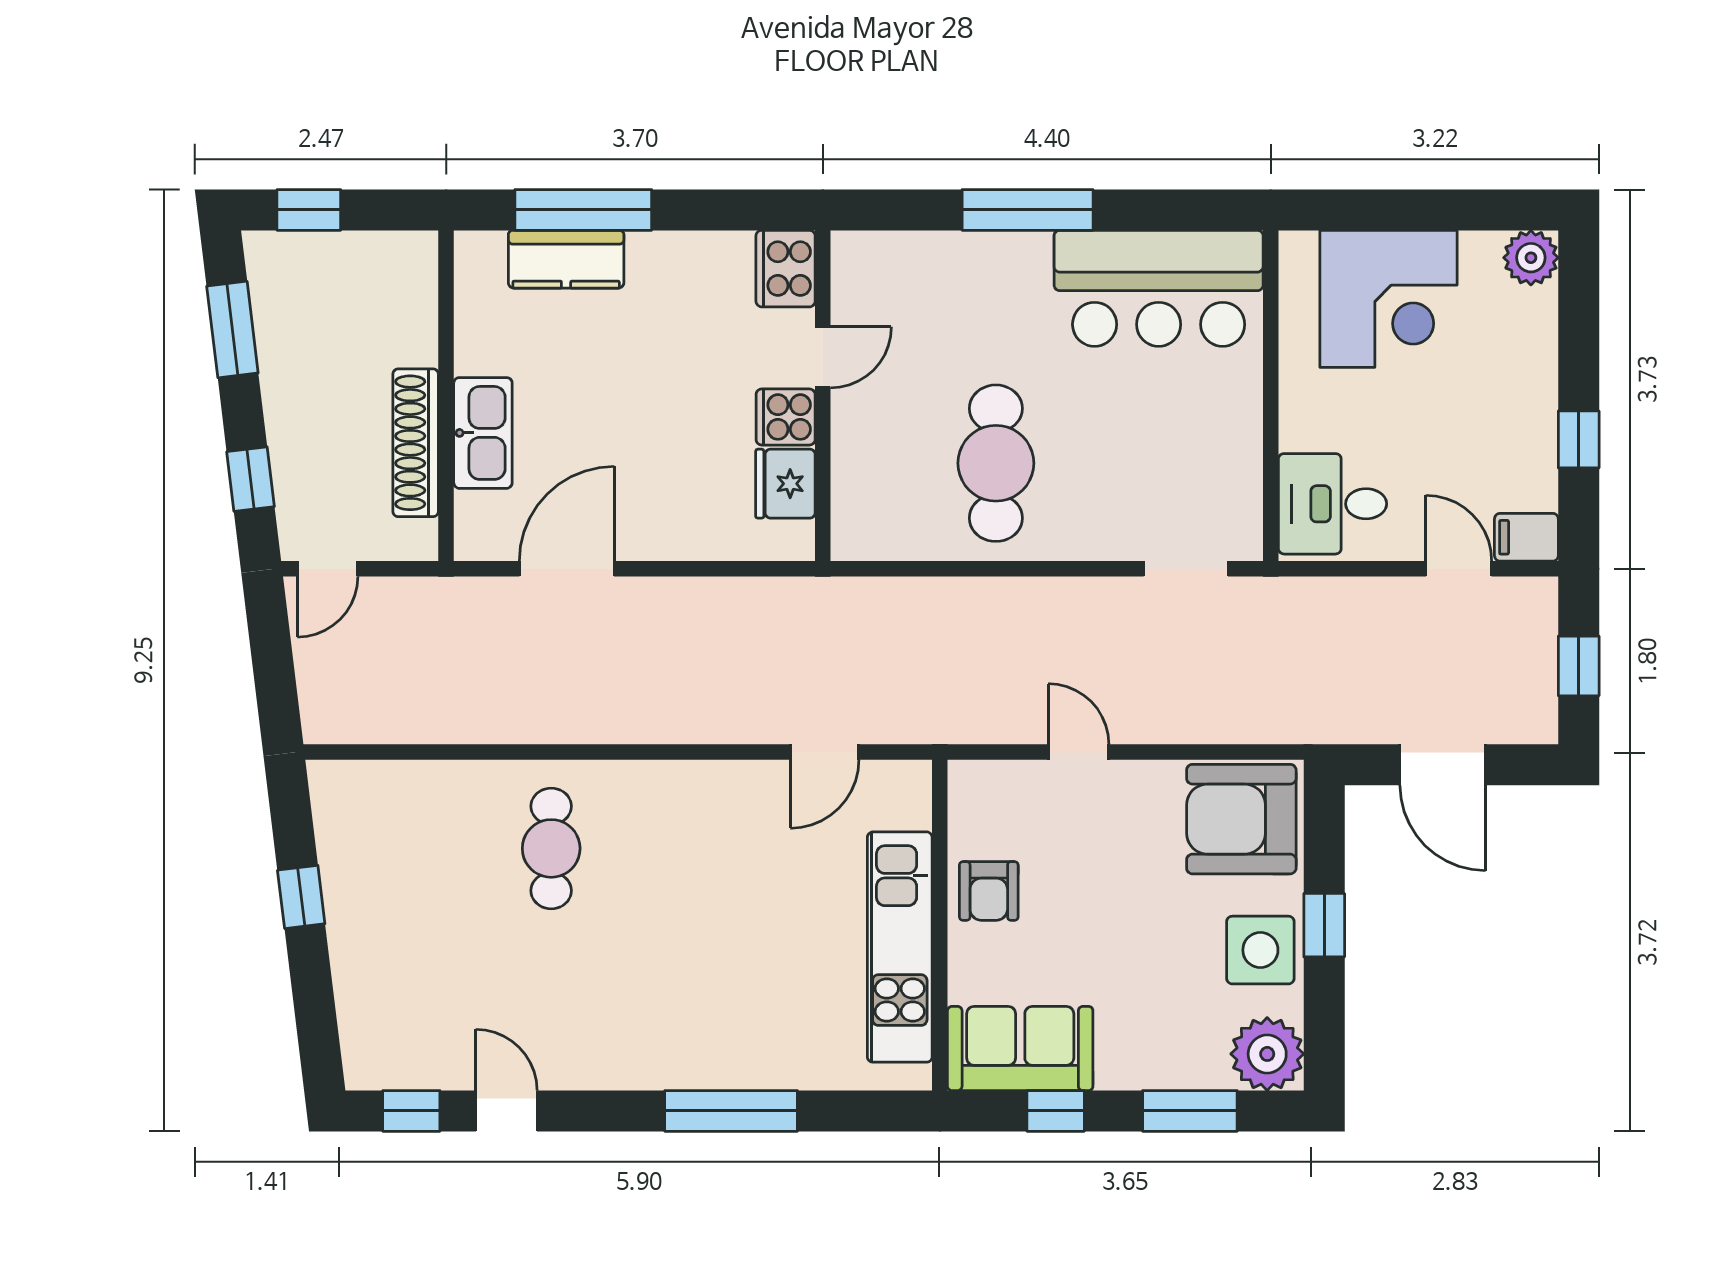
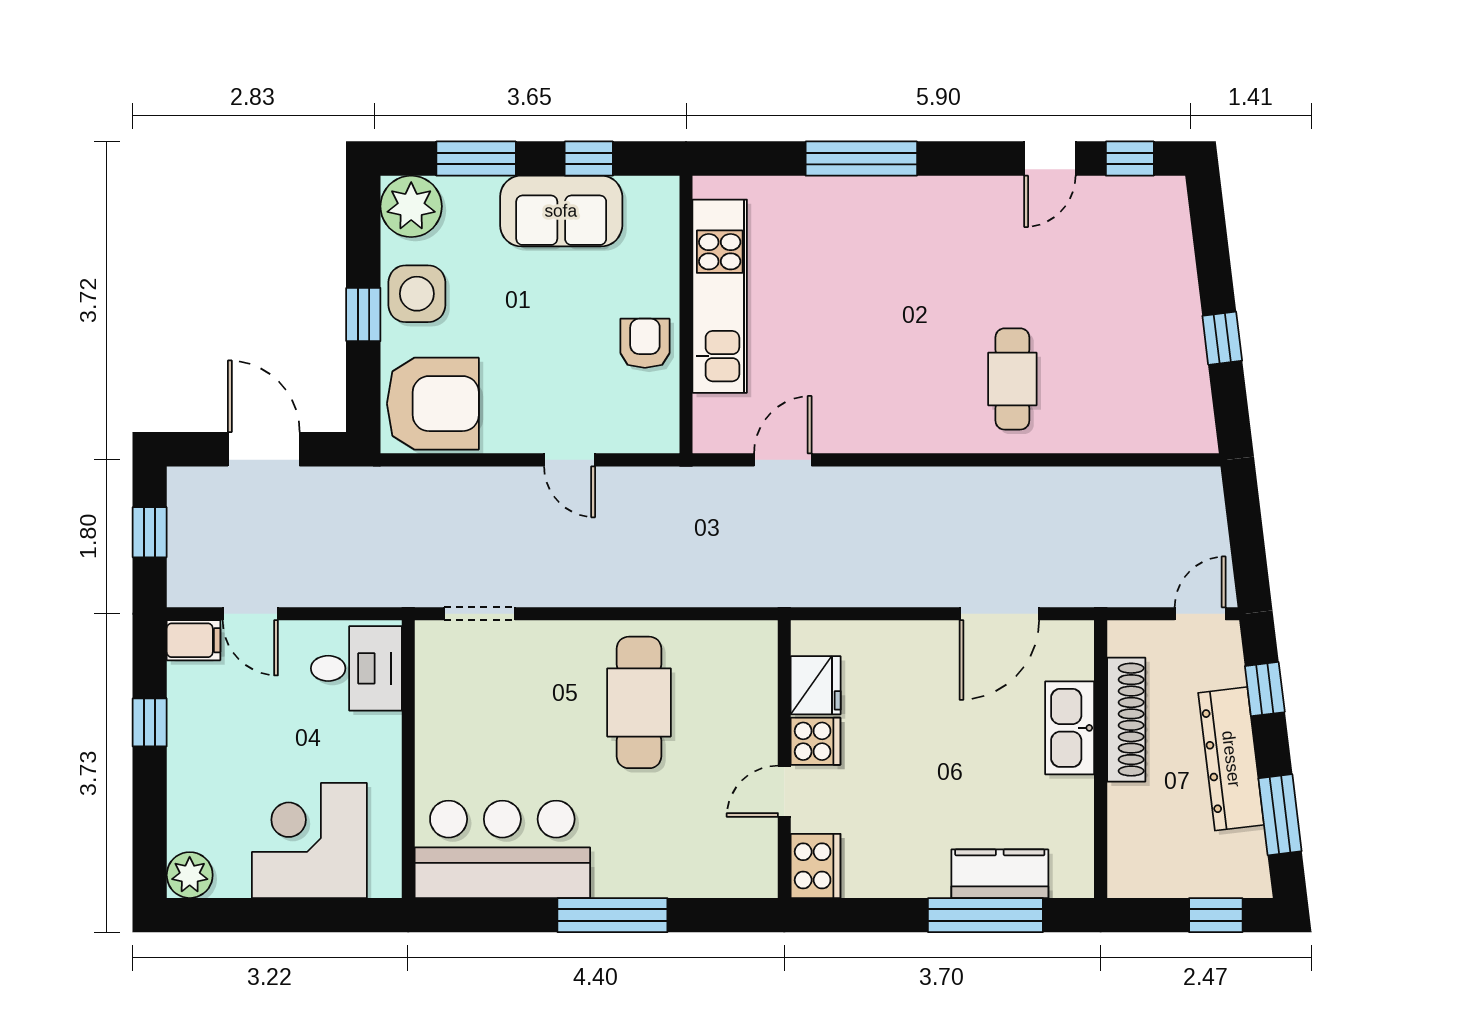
dresser: (291, 396) -> (1231, 759), added
sofa: (1020, 1049) -> (561, 211), moved
door: (507, 1111) -> (1050, 159), hinge flipped

